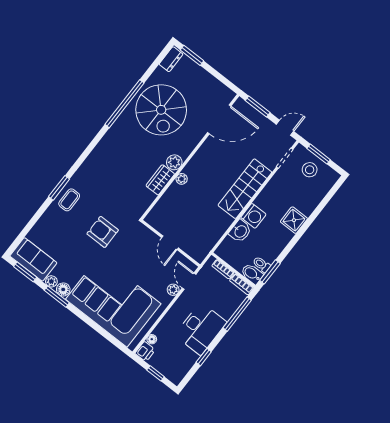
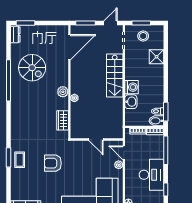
spiral stairs: (161, 110) -> (32, 68), width x0.73, depth x0.73
wardrobe: (160, 180) -> (63, 120), moved
shower: (294, 220) -> (157, 57), moved

